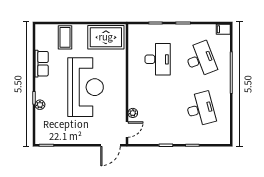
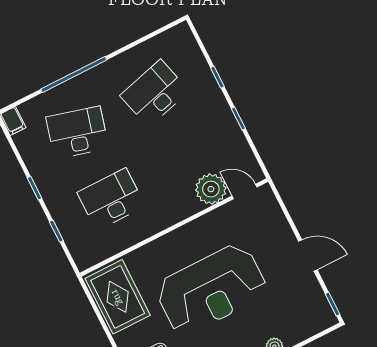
desk: (200, 59) -> (77, 133), turned 36
reception desk: (86, 87) -> (211, 289), turned 180
plant: (133, 113) -> (211, 189), width x1.88, depth x1.88
door: (110, 145) -> (308, 256), moved

